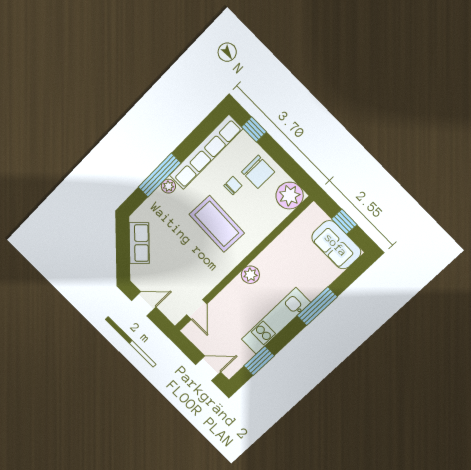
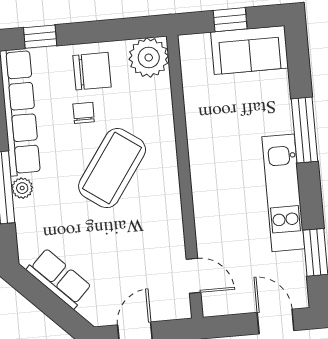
coffee table: (217, 224) -> (112, 168), turned -57
plant: (250, 275) -> (204, 178), removed
door: (208, 368) -> (276, 322), hinge flipped

